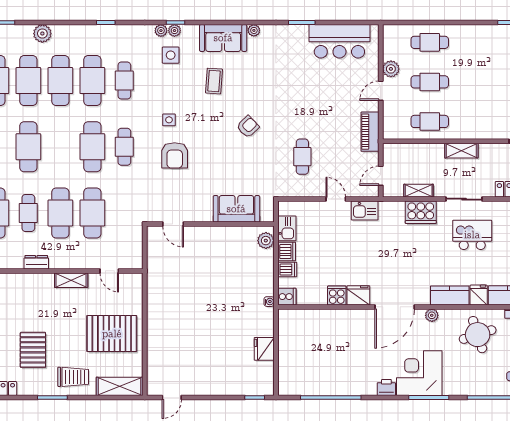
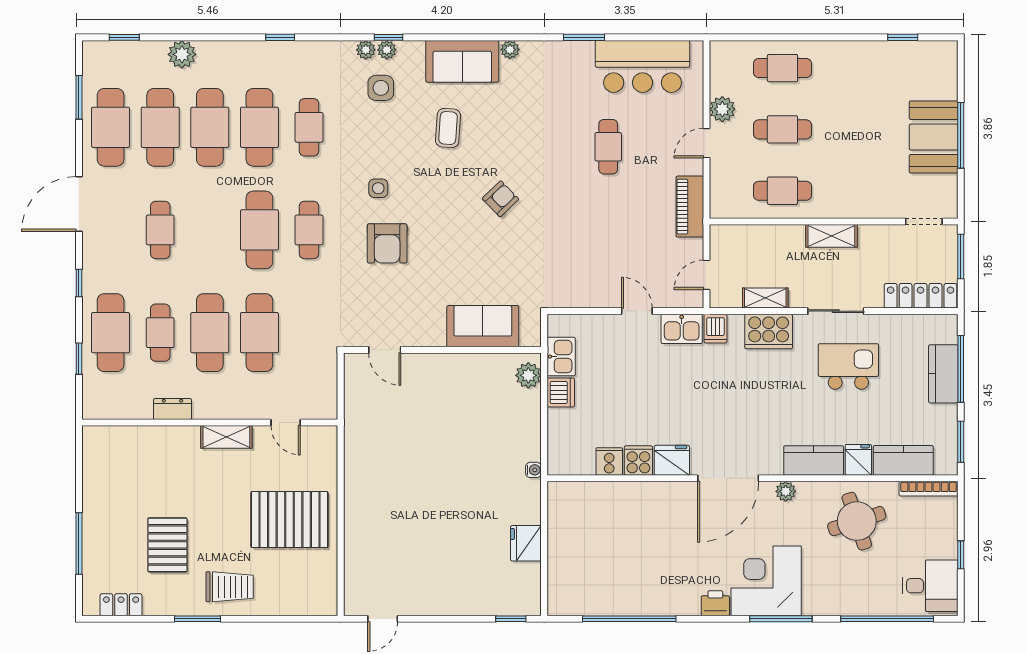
cafe table: (28, 147) -> (160, 230), width x0.73, depth x0.74
cafe table: (302, 157) -> (608, 147), moved
dishwasher: (287, 270) -> (715, 329), moved, turned 90
cooker: (287, 297) -> (609, 461), moved, turned -90
shelving: (120, 386) -> (302, 601), removed

